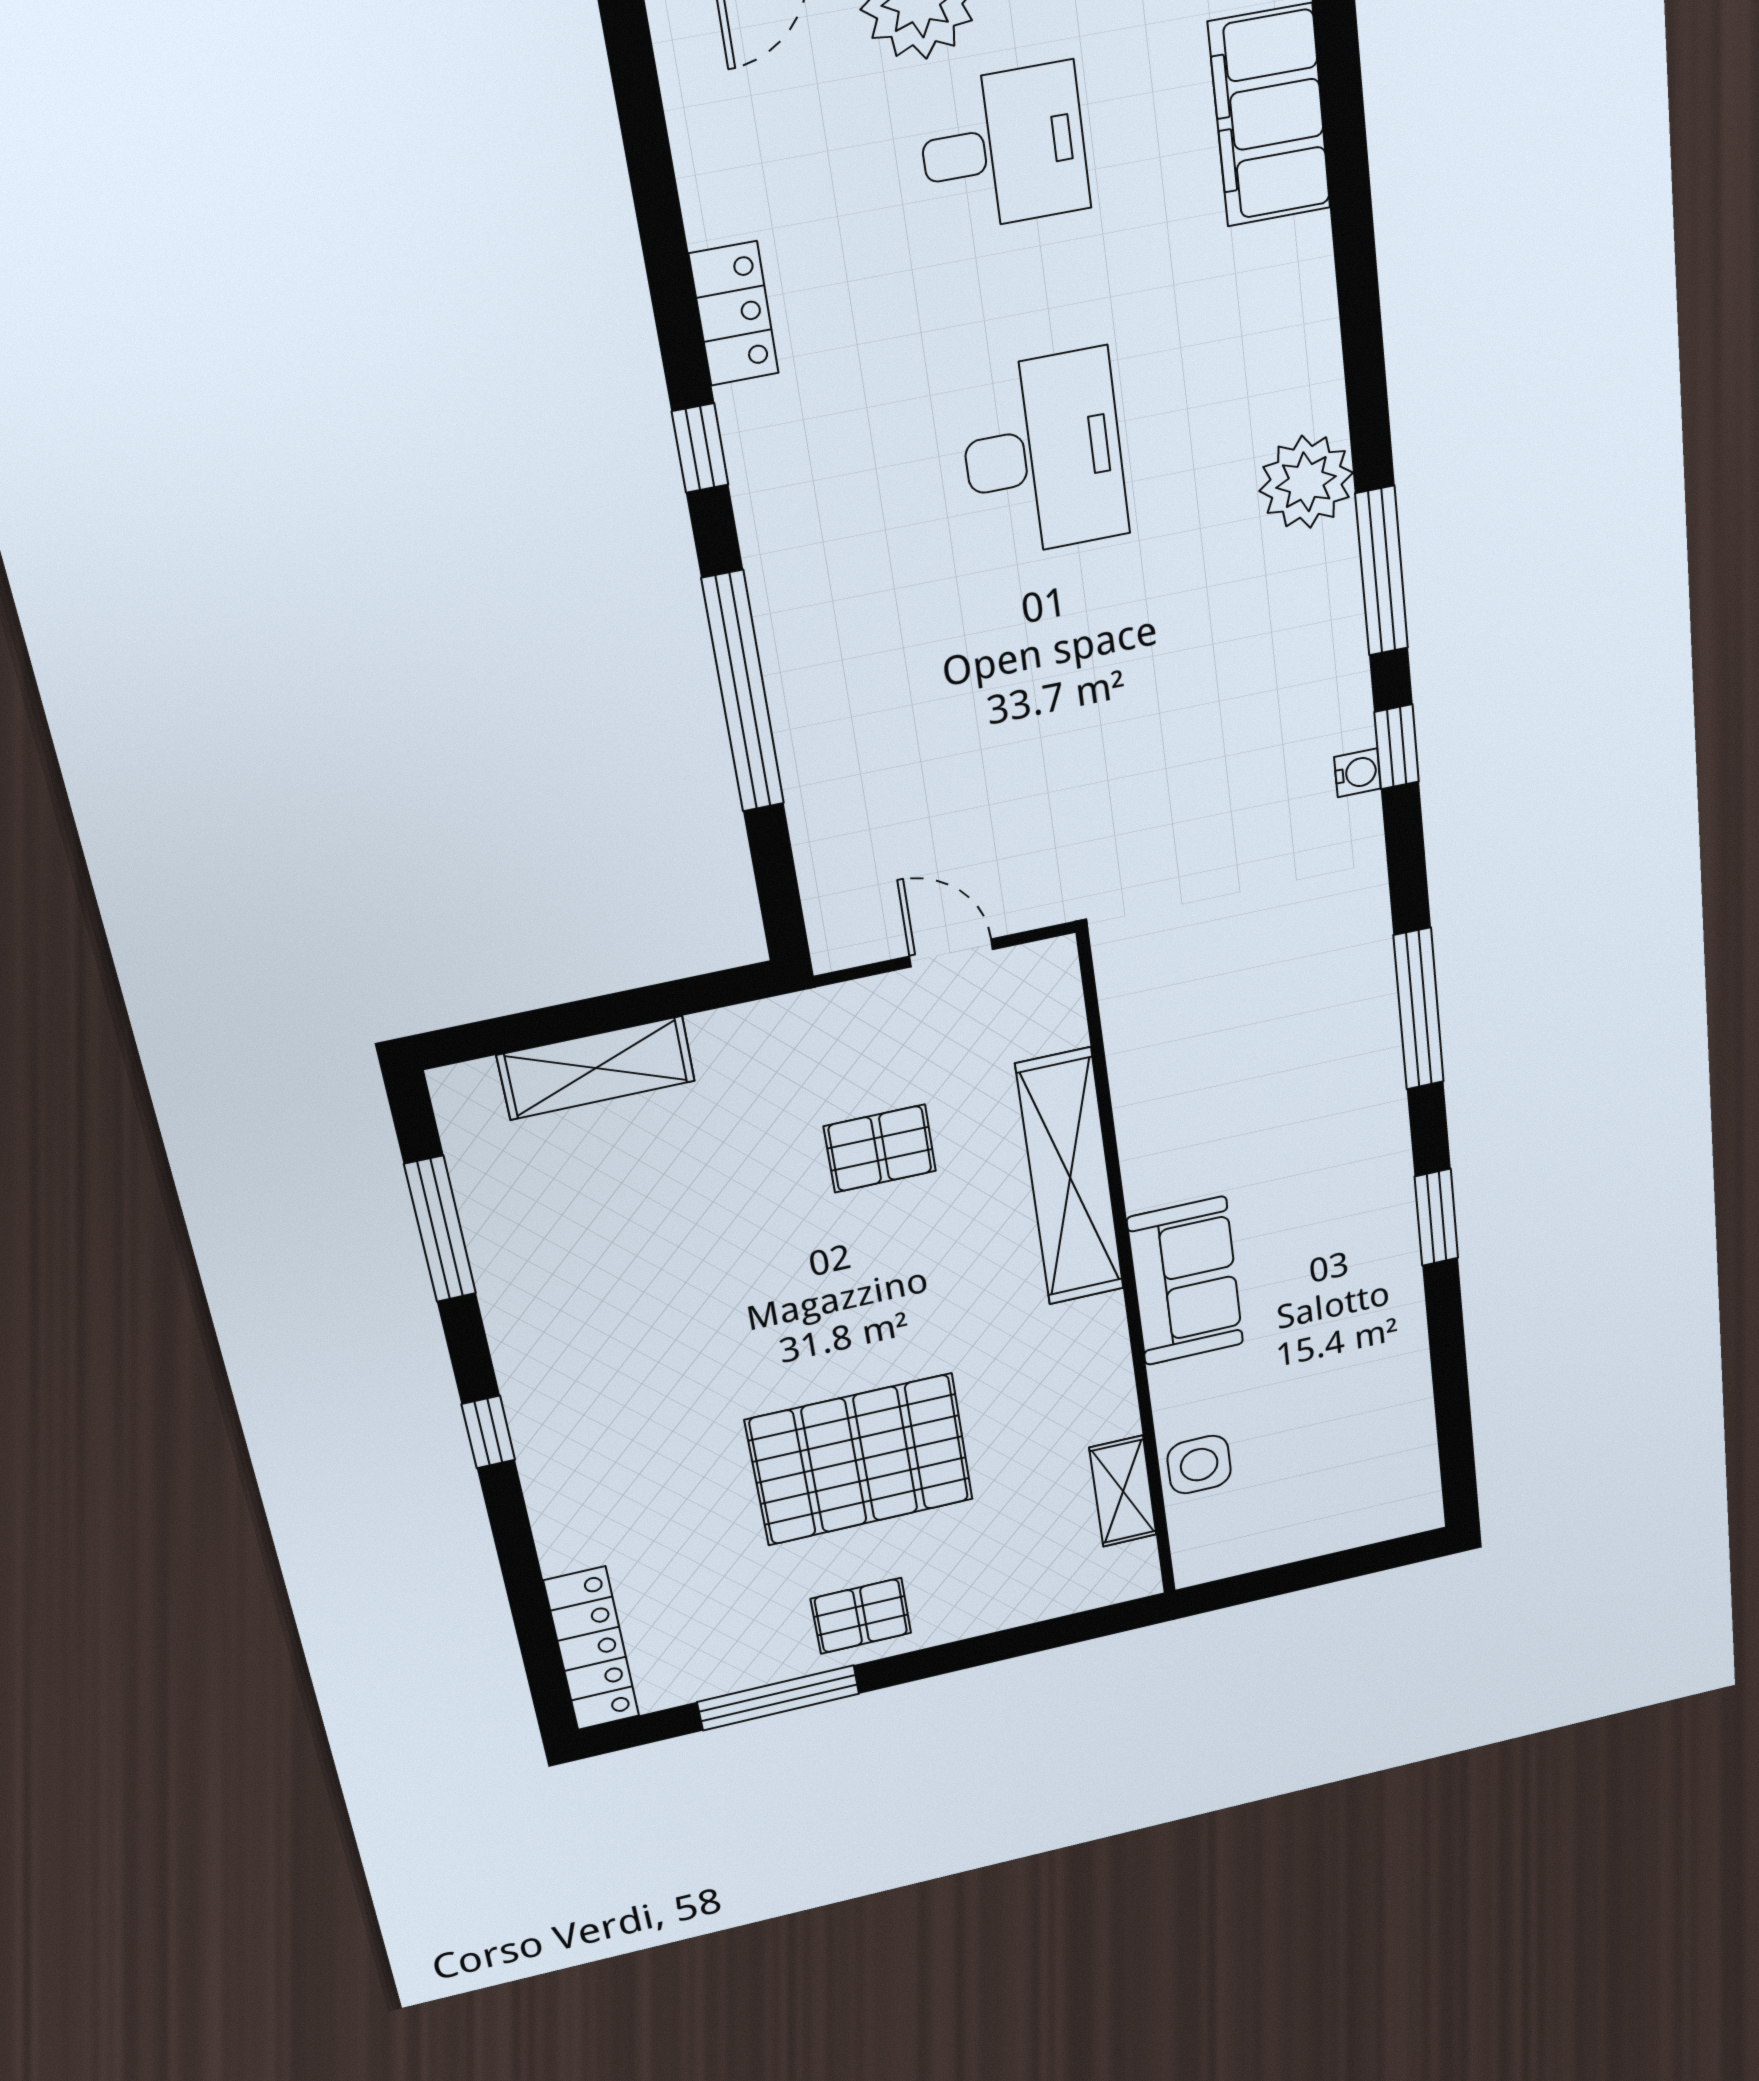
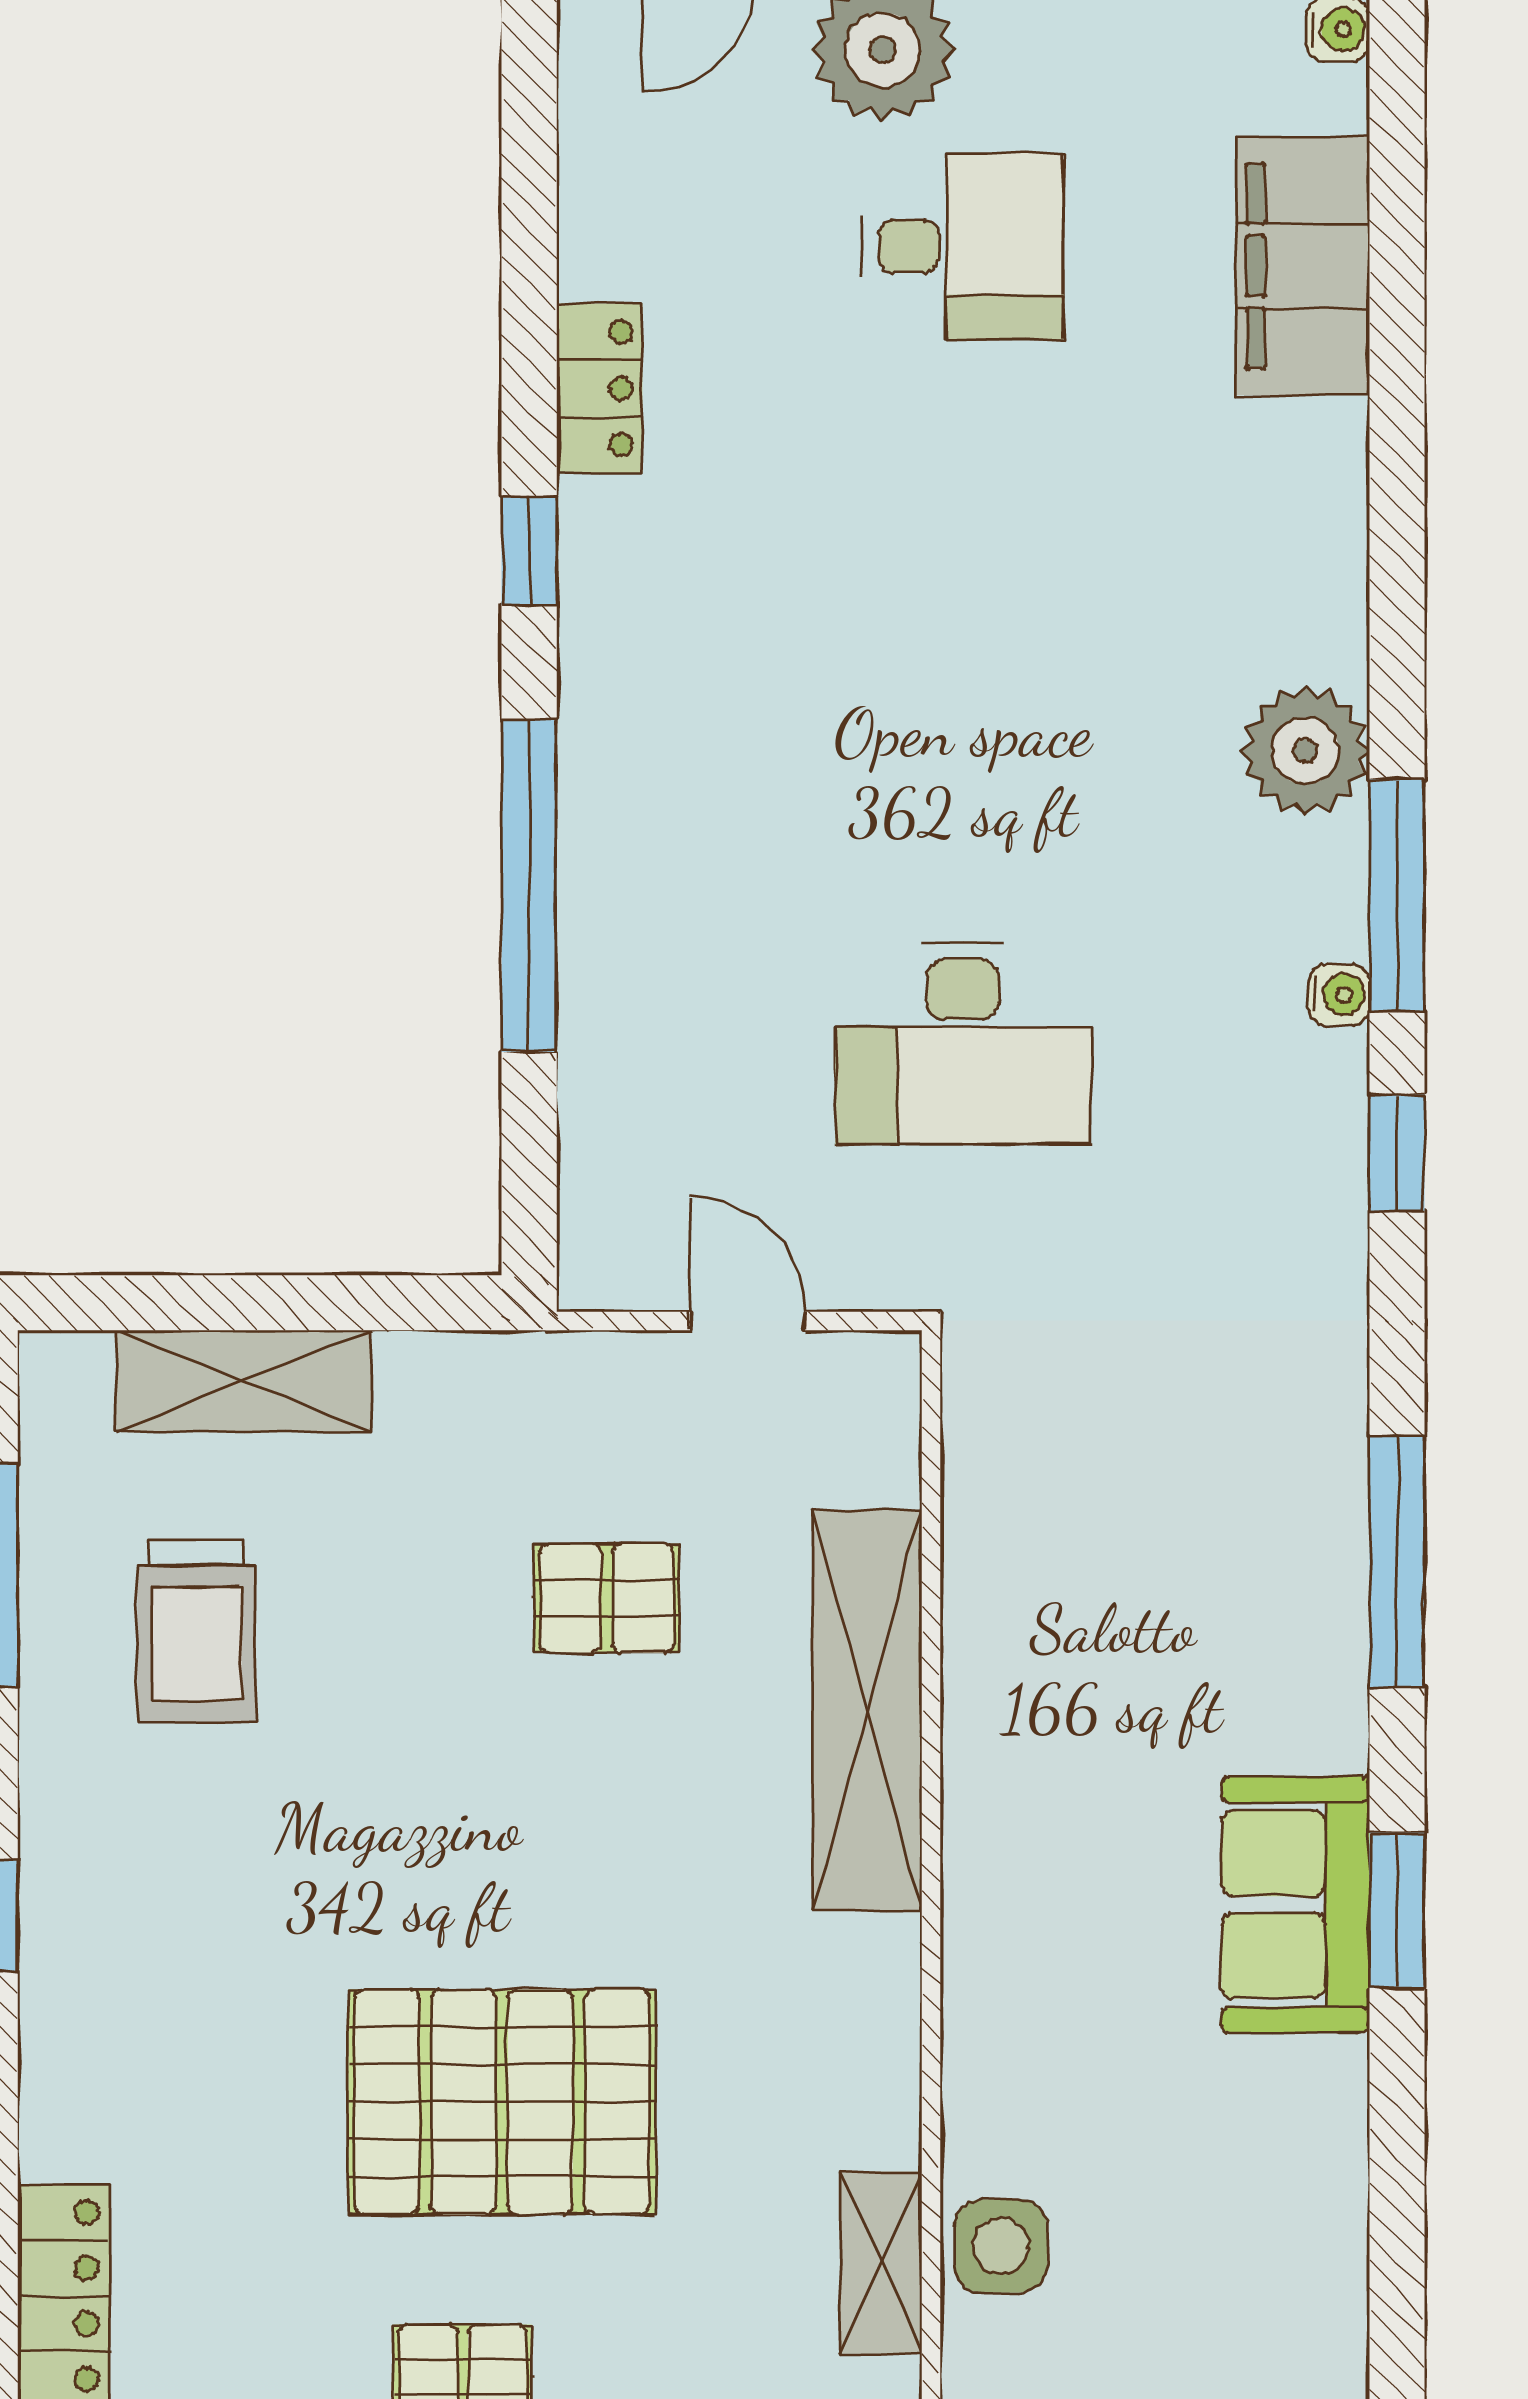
desk: (1043, 454) -> (963, 1044), moved, turned 90
water cooler: (1358, 773) -> (1339, 995), moved
trolley: (595, 1231) -> (196, 1631), added
sofa: (1185, 1281) -> (1295, 1904), moved, turned 180

